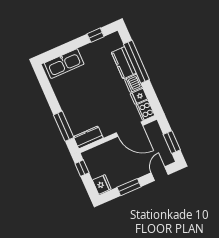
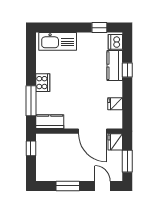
window: (136, 62) -> (127, 70), width x0.32
dishwasher: (133, 83) -> (115, 42), moved
cooker: (145, 110) -> (43, 83), moved, turned 180
door: (160, 174) -> (102, 186), hinge flipped
fridge: (102, 184) -> (115, 142), moved, turned 180

